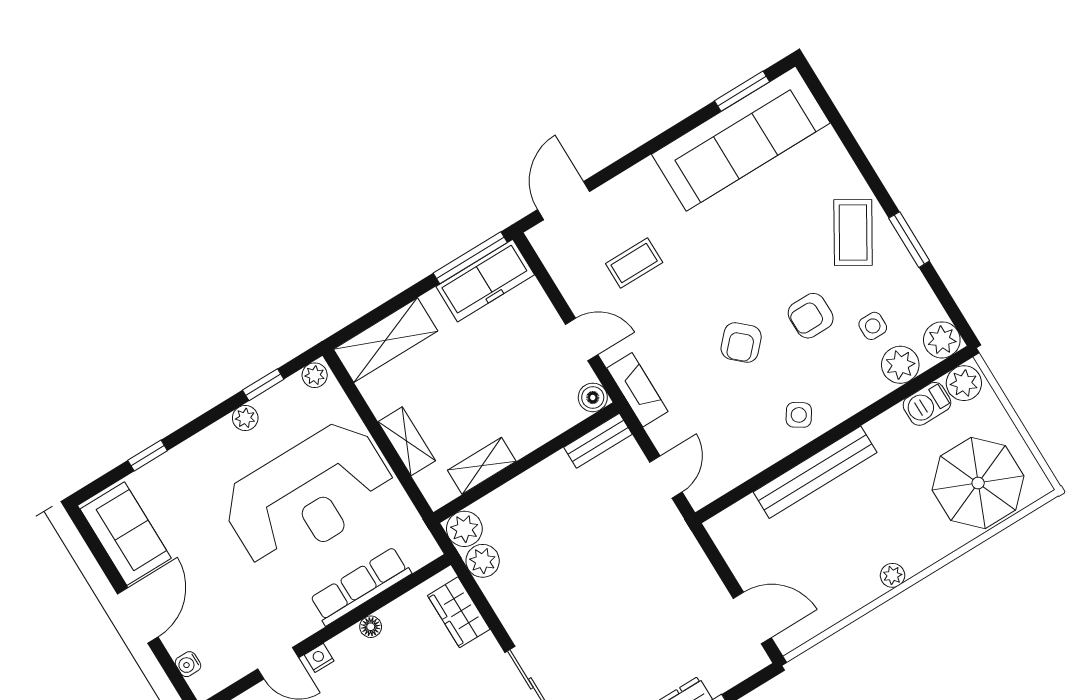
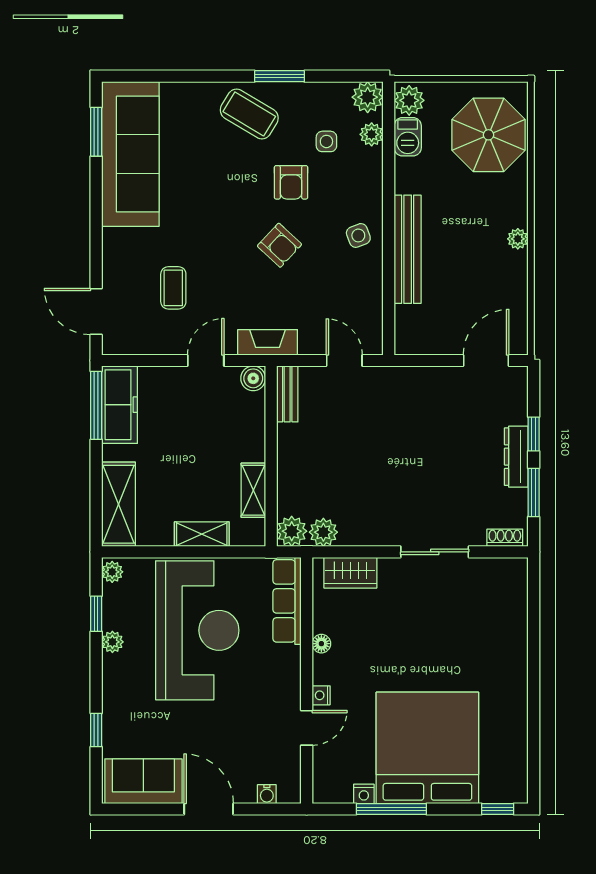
plant: (900, 365) -> (372, 134), width x0.73, depth x0.73
side table: (799, 415) -> (358, 235), turned 36
row of seats: (360, 586) -> (287, 601), moved

